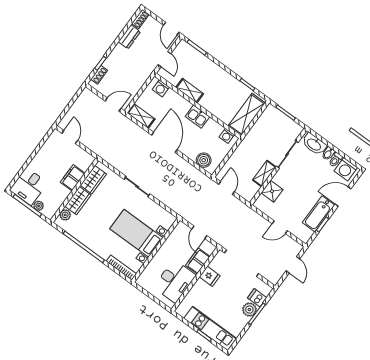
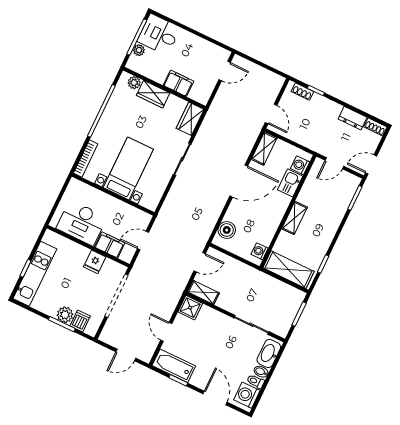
shelving: (190, 91) -> (294, 218), moved
kitchen sink: (197, 117) -> (290, 183), moved
shelving: (264, 174) -> (203, 292), moved
wardrobe: (93, 180) -> (190, 119), moved, turned 90
shower: (272, 191) -> (190, 308), moved
bathtub: (318, 214) -> (174, 366), moved

